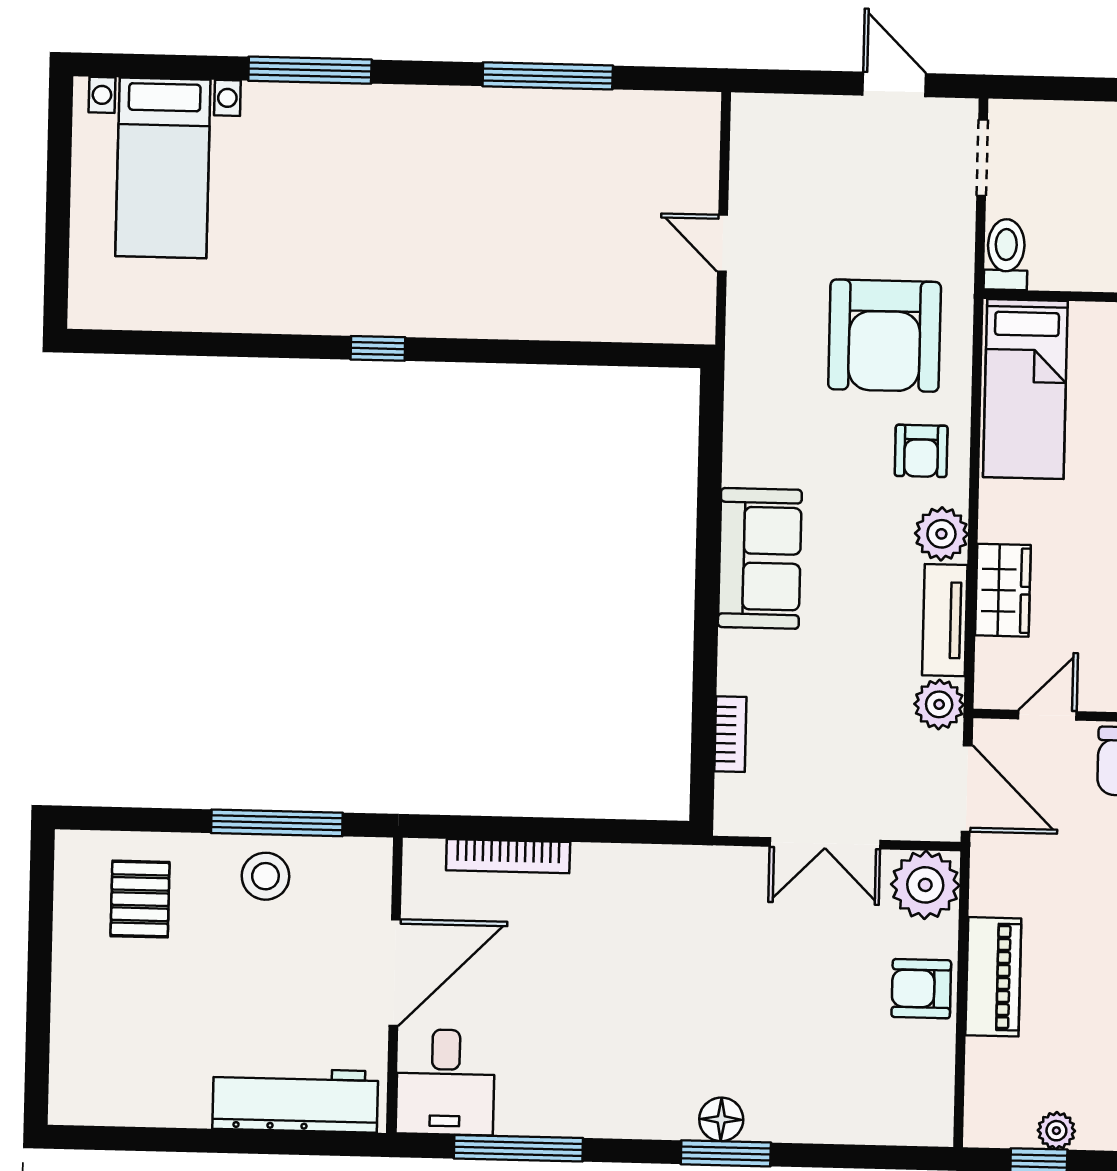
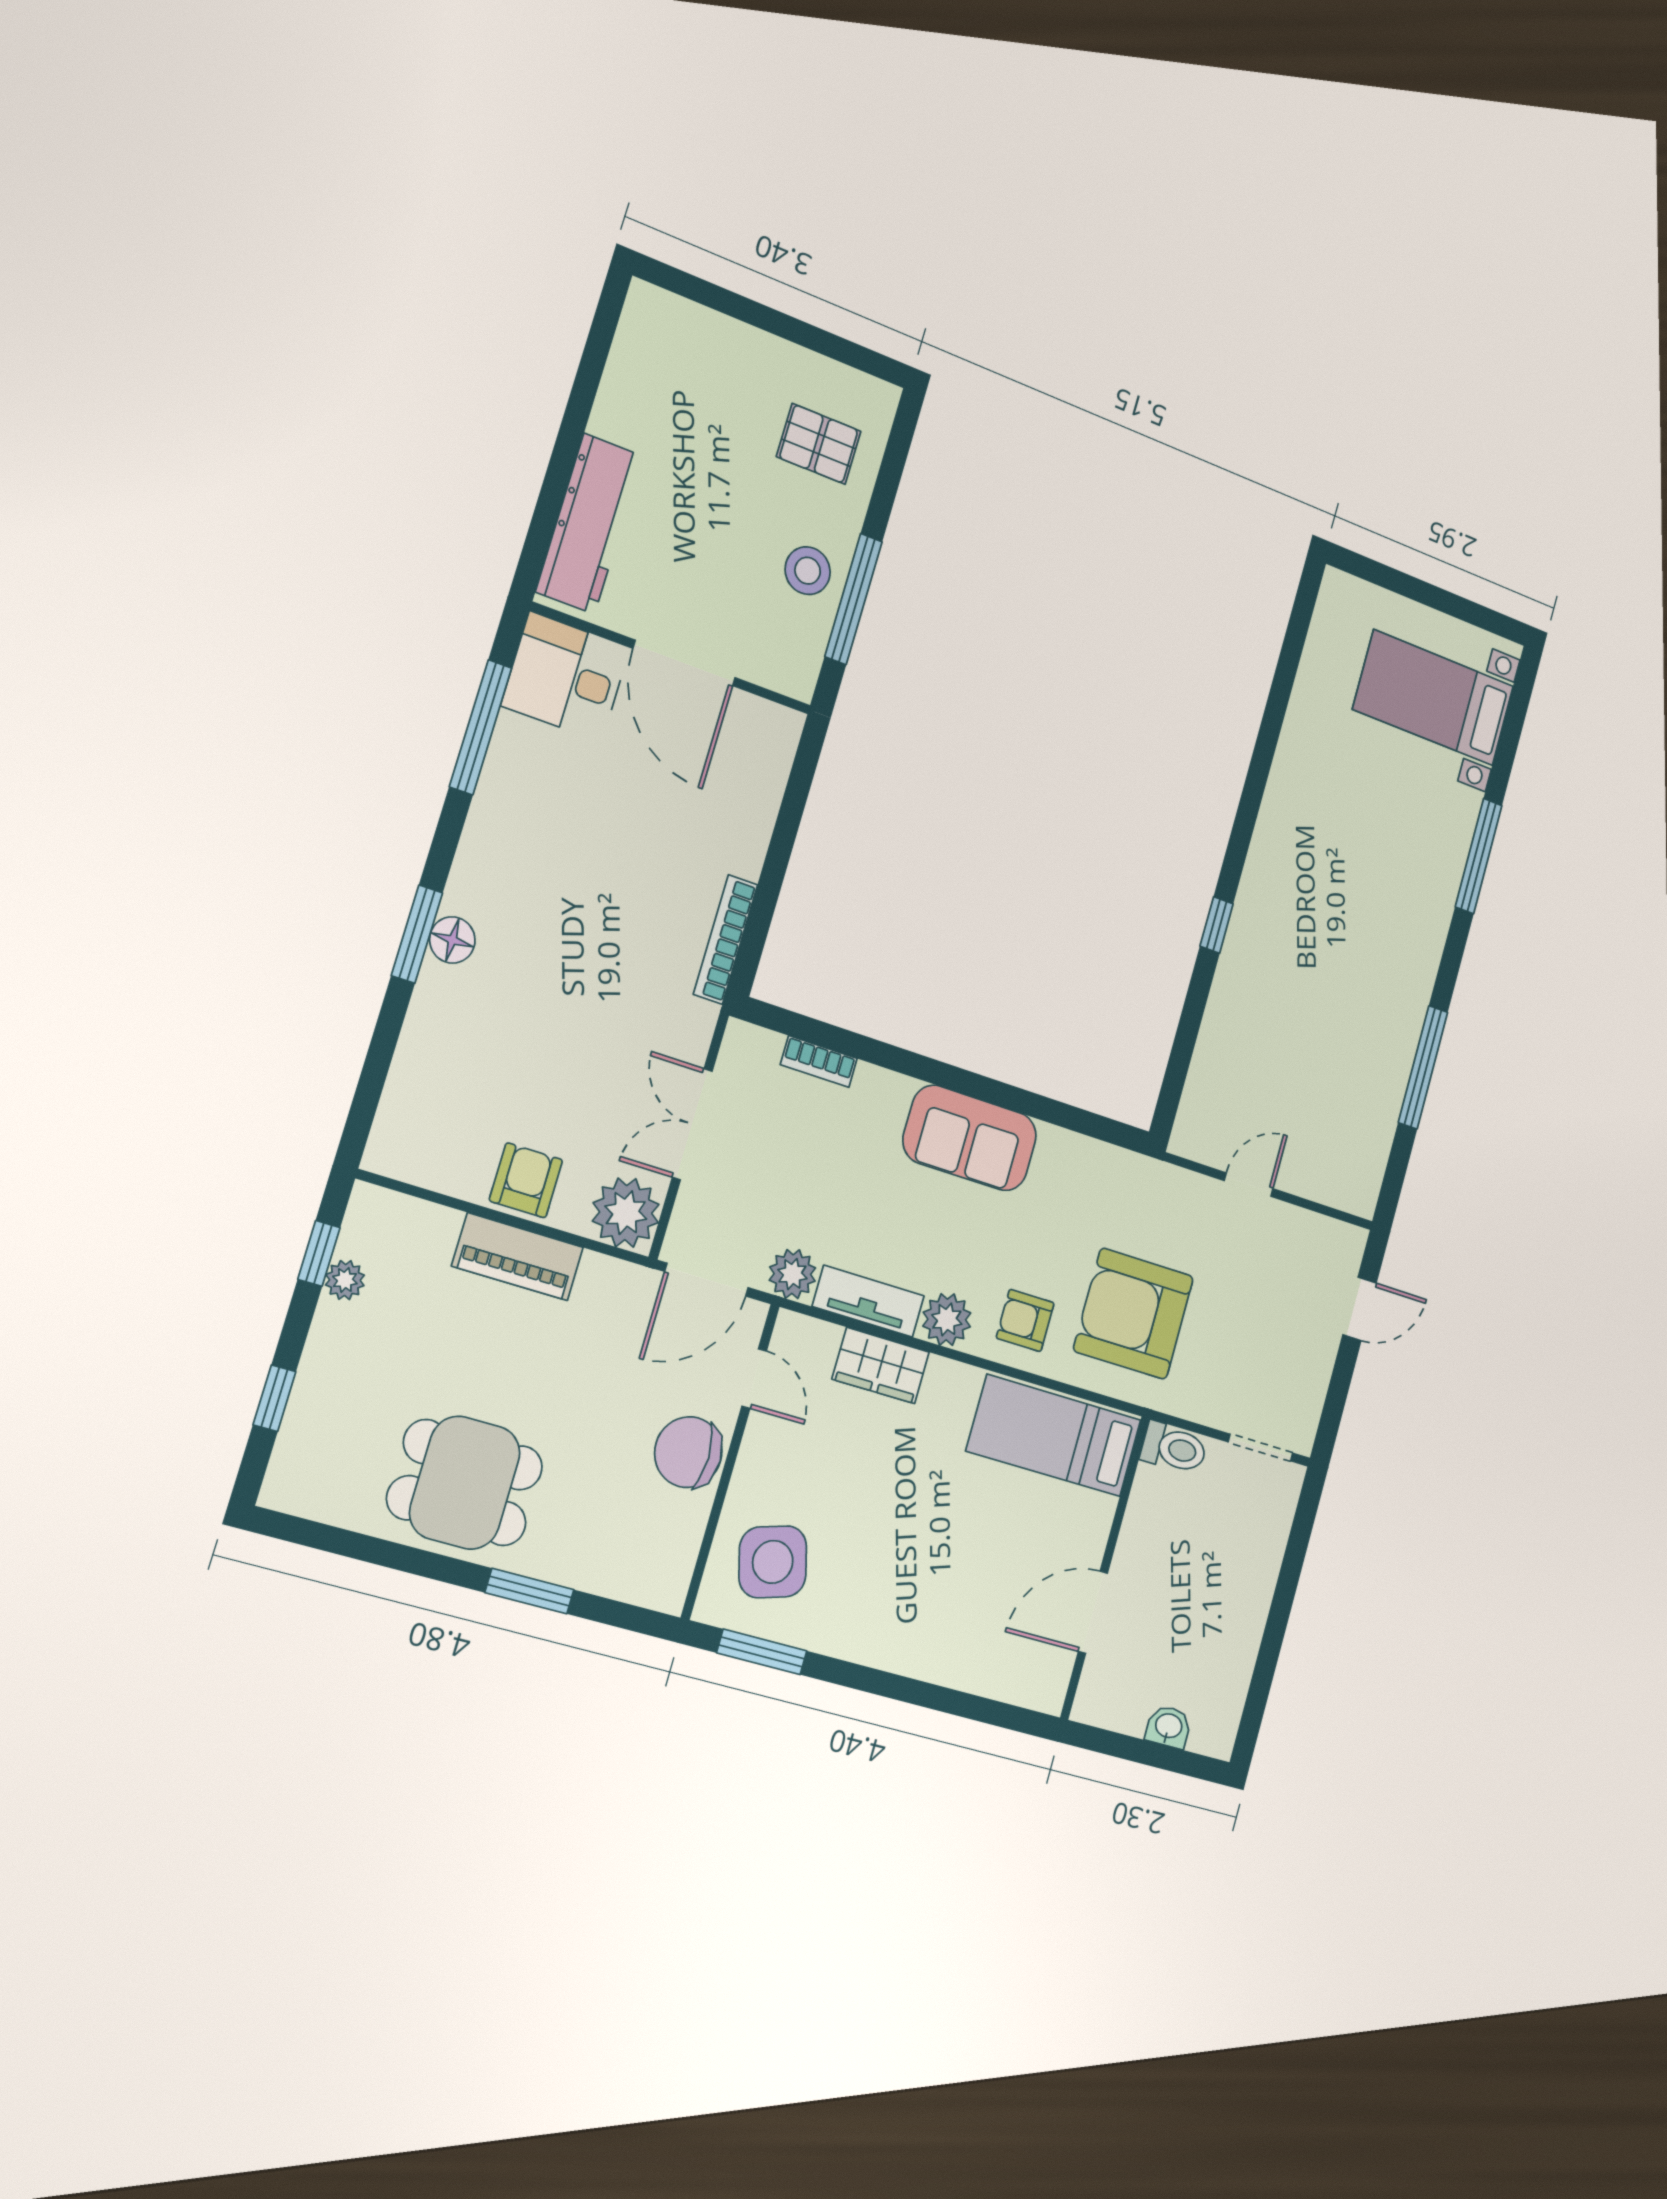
door: (894, 84) -> (1360, 1309), moved
window: (378, 348) -> (1217, 925), moved
bookcase: (508, 856) -> (725, 939), moved

